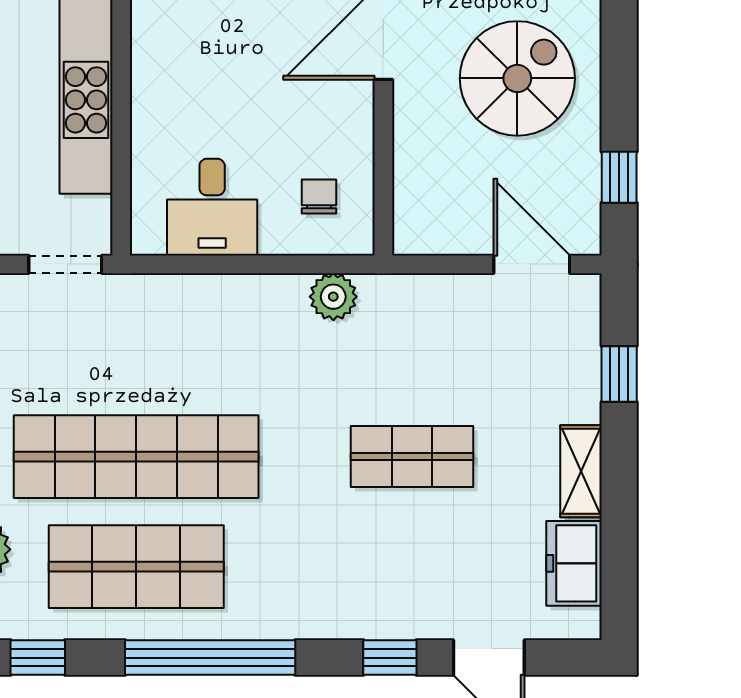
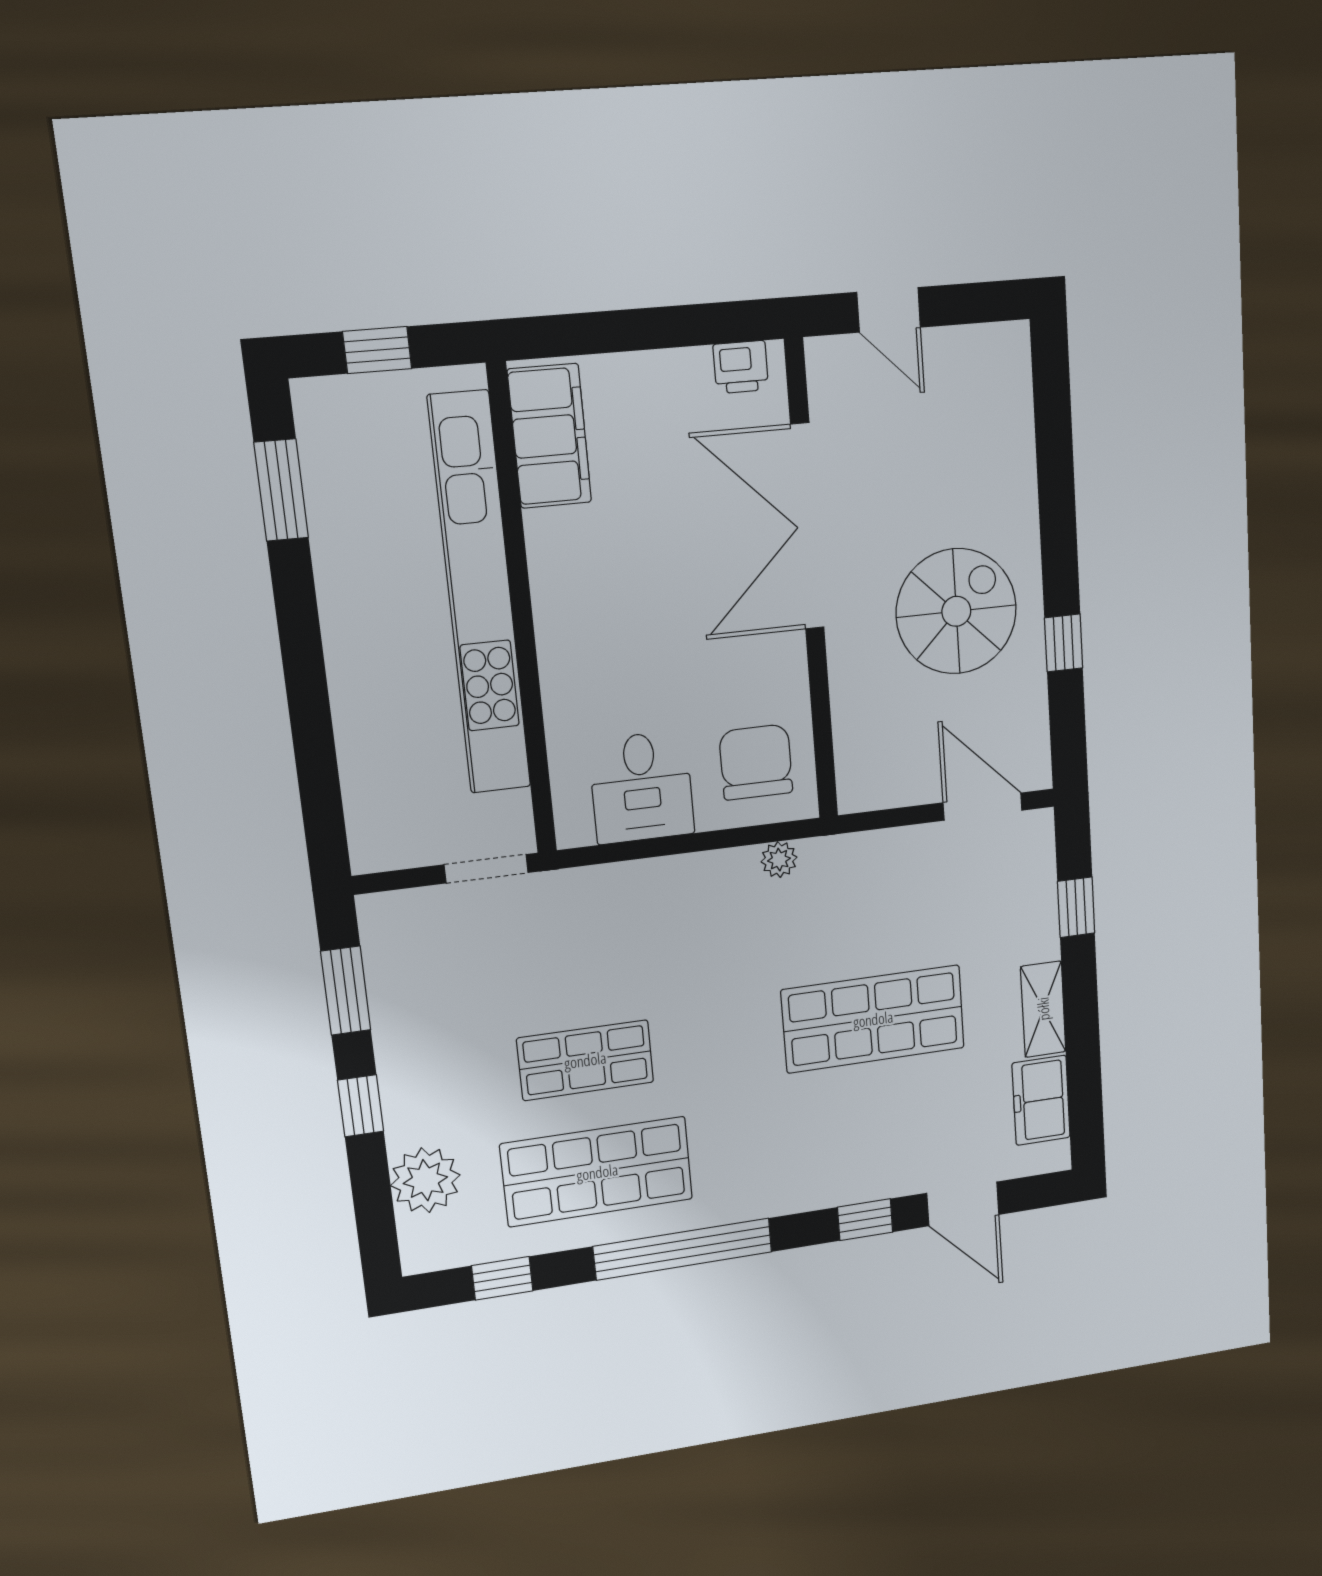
window: (619, 177) -> (1064, 643), moved
chair: (319, 197) -> (756, 762), width x1.87, depth x1.87
plant: (333, 297) -> (779, 860), width x0.73, depth x0.73
shop shelf: (136, 457) -> (585, 1060), width x0.50, depth x0.74
shop shelf: (412, 457) -> (873, 1019), width x1.43, depth x1.36

